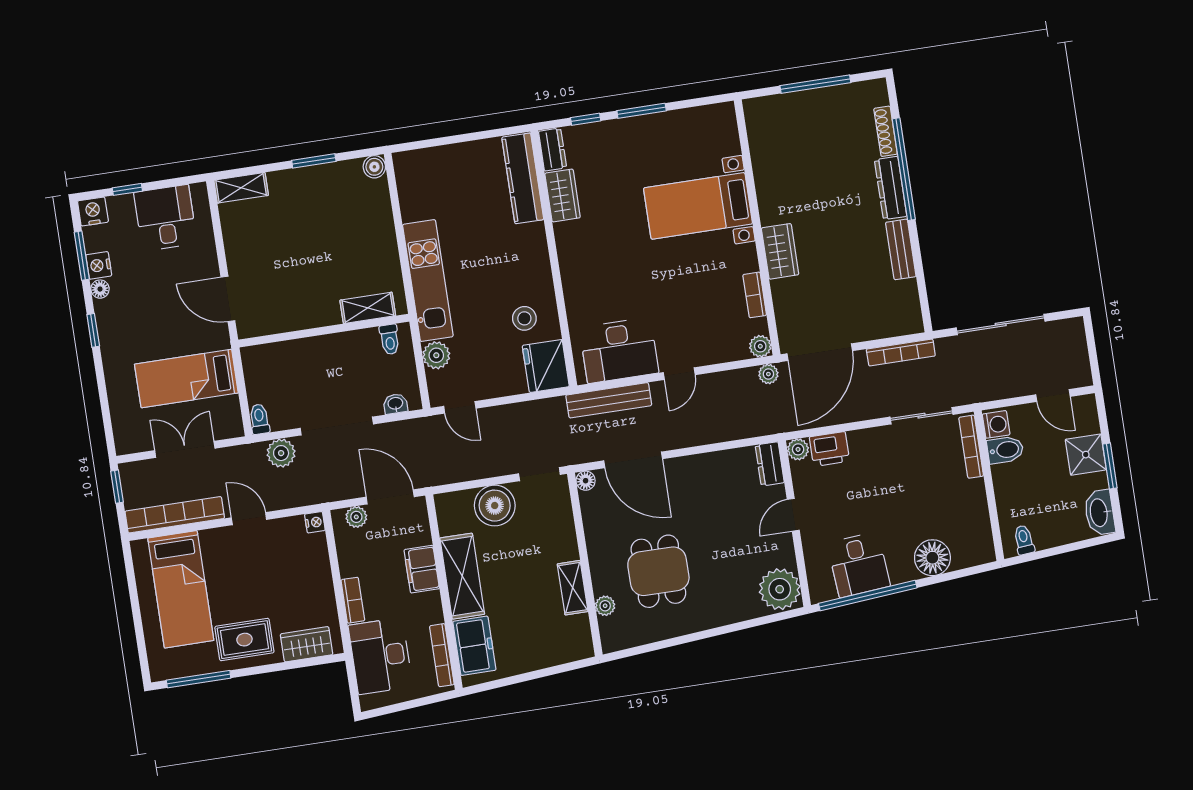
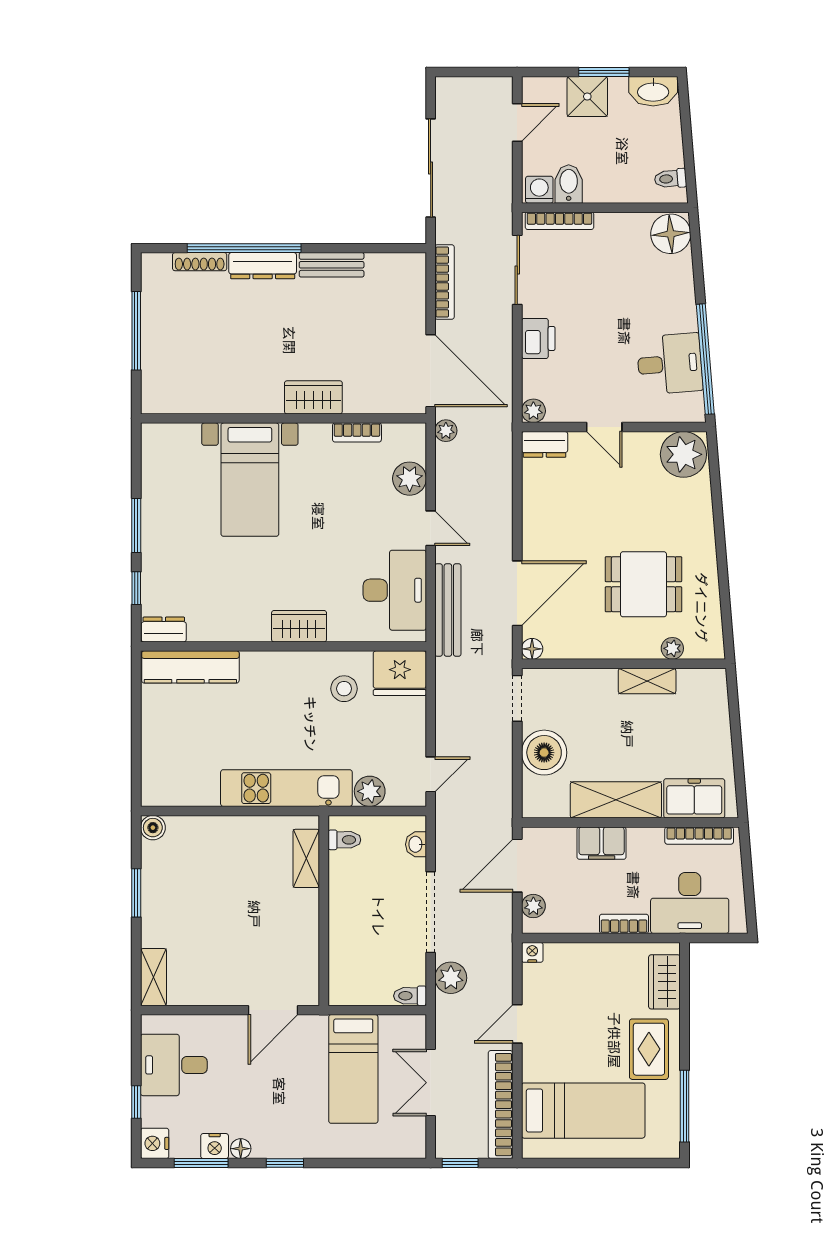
wardrobe: (563, 195) -> (299, 626), moved
plant: (760, 346) -> (410, 479), moved, width x1.38, depth x1.38
printer: (829, 449) -> (538, 338), moved
floor lamp: (932, 558) -> (671, 234), moved

